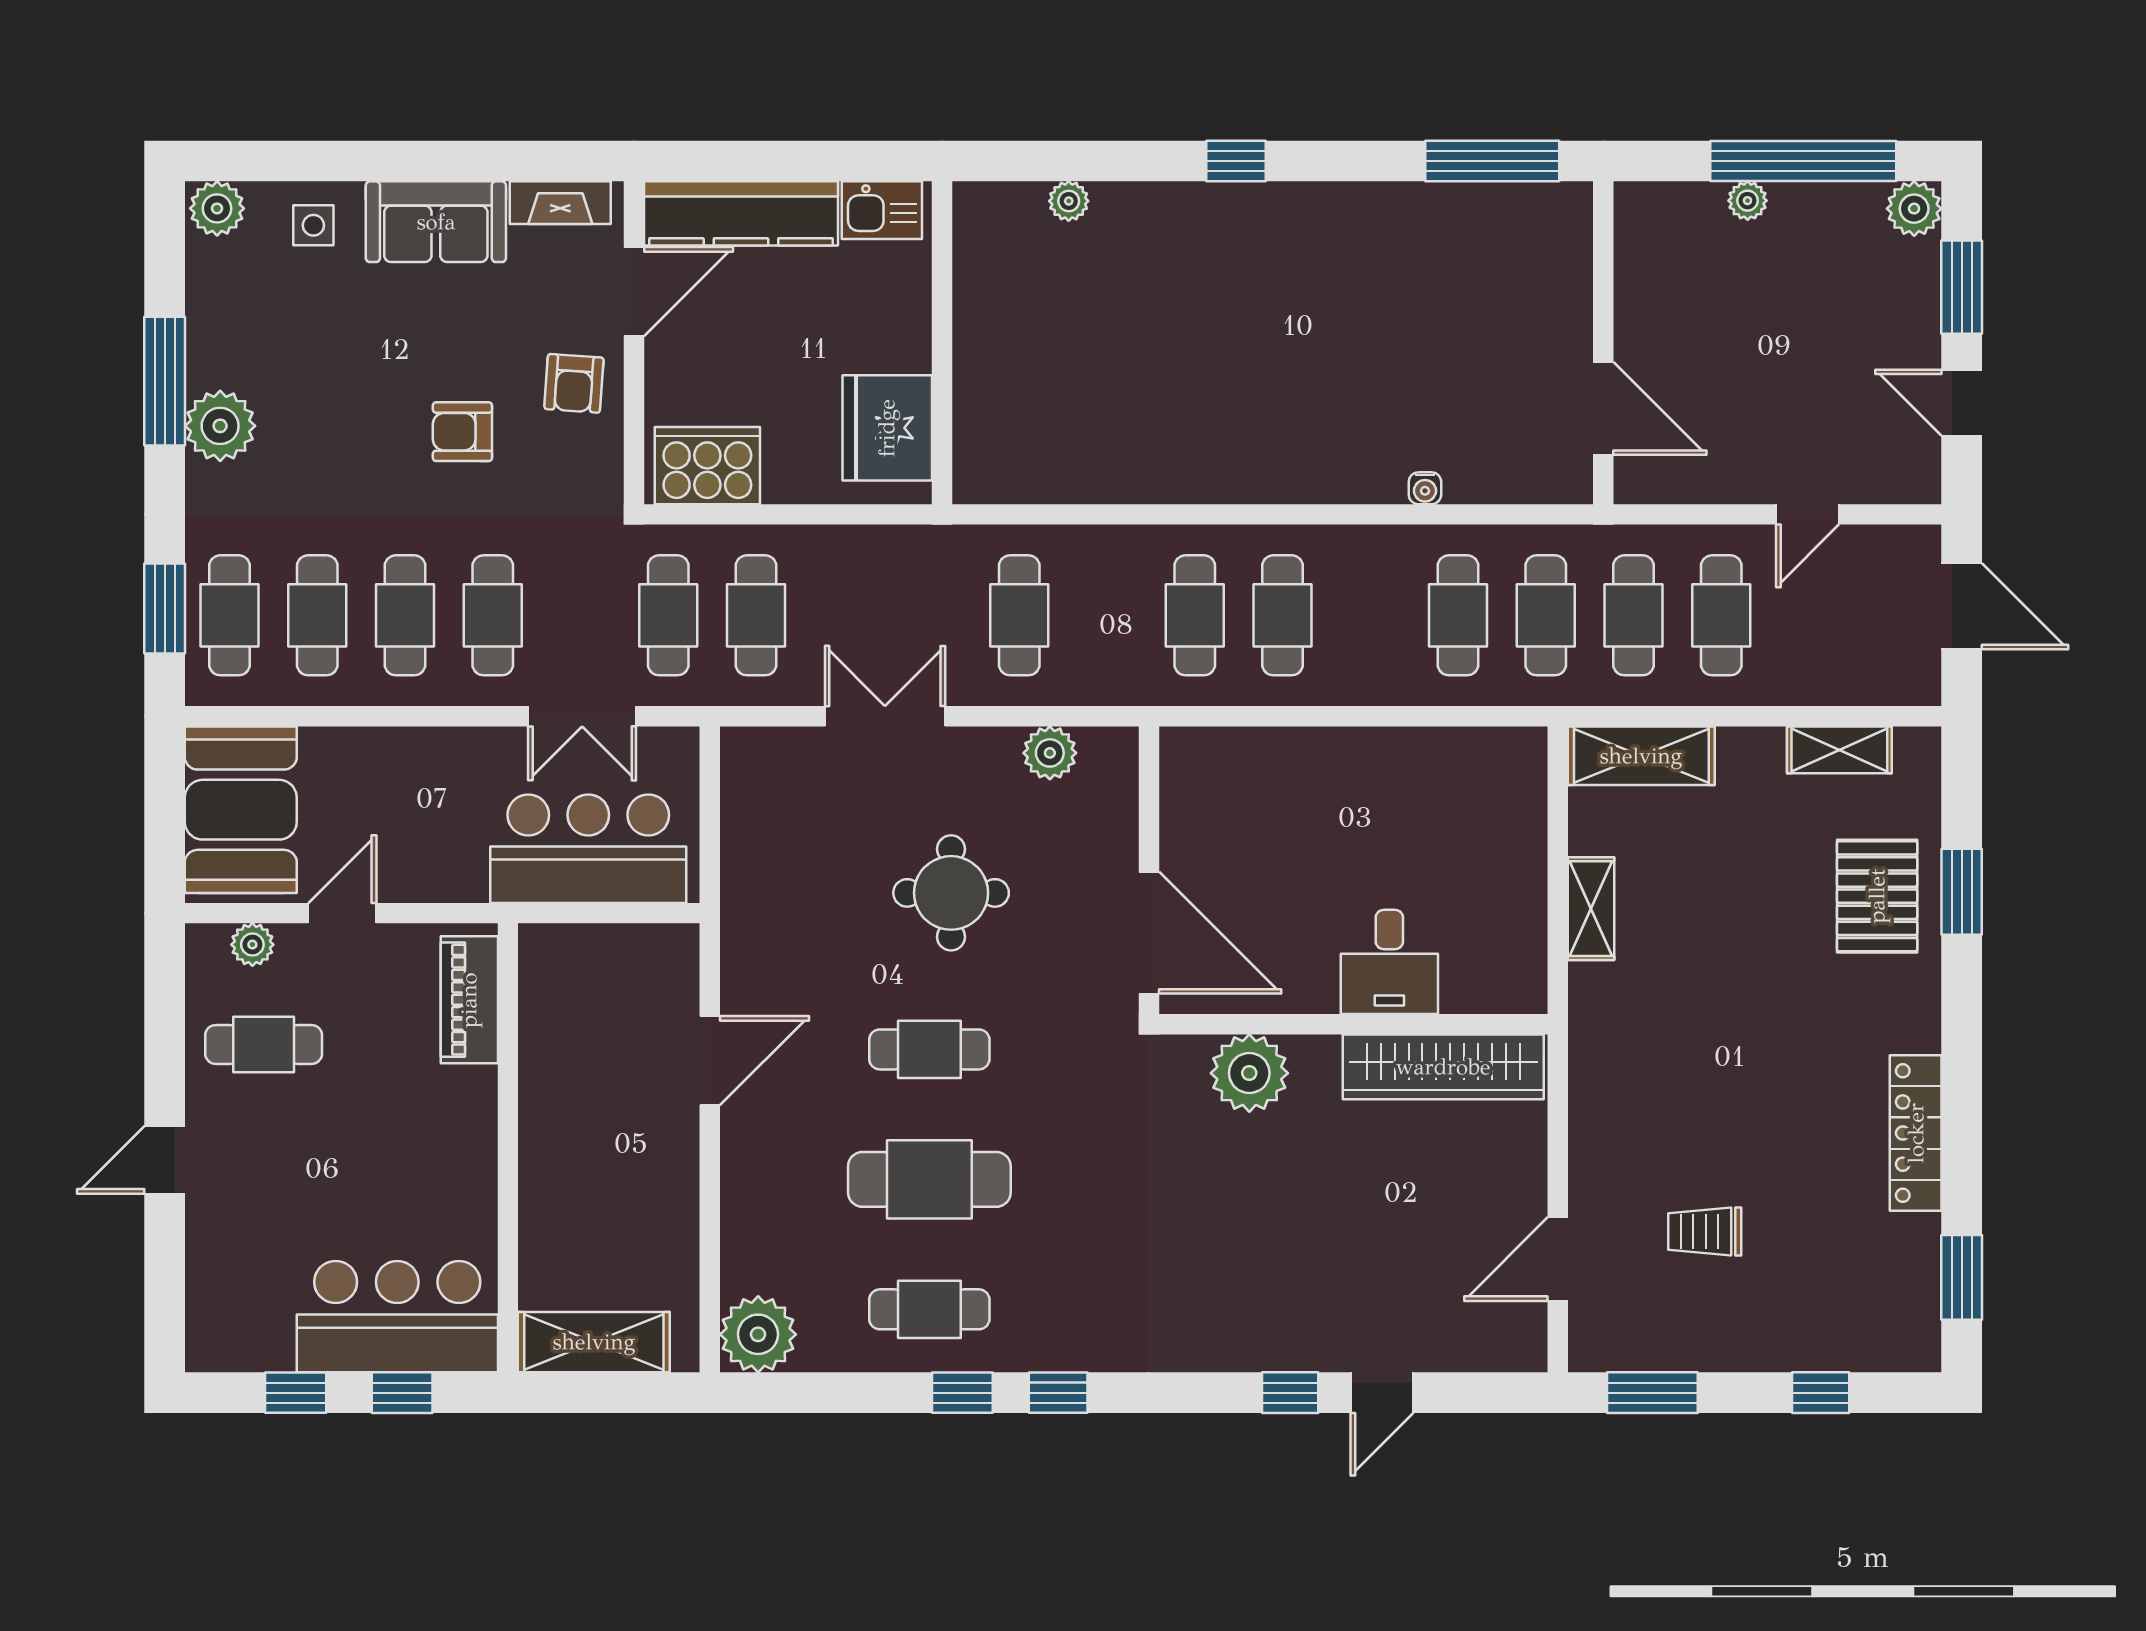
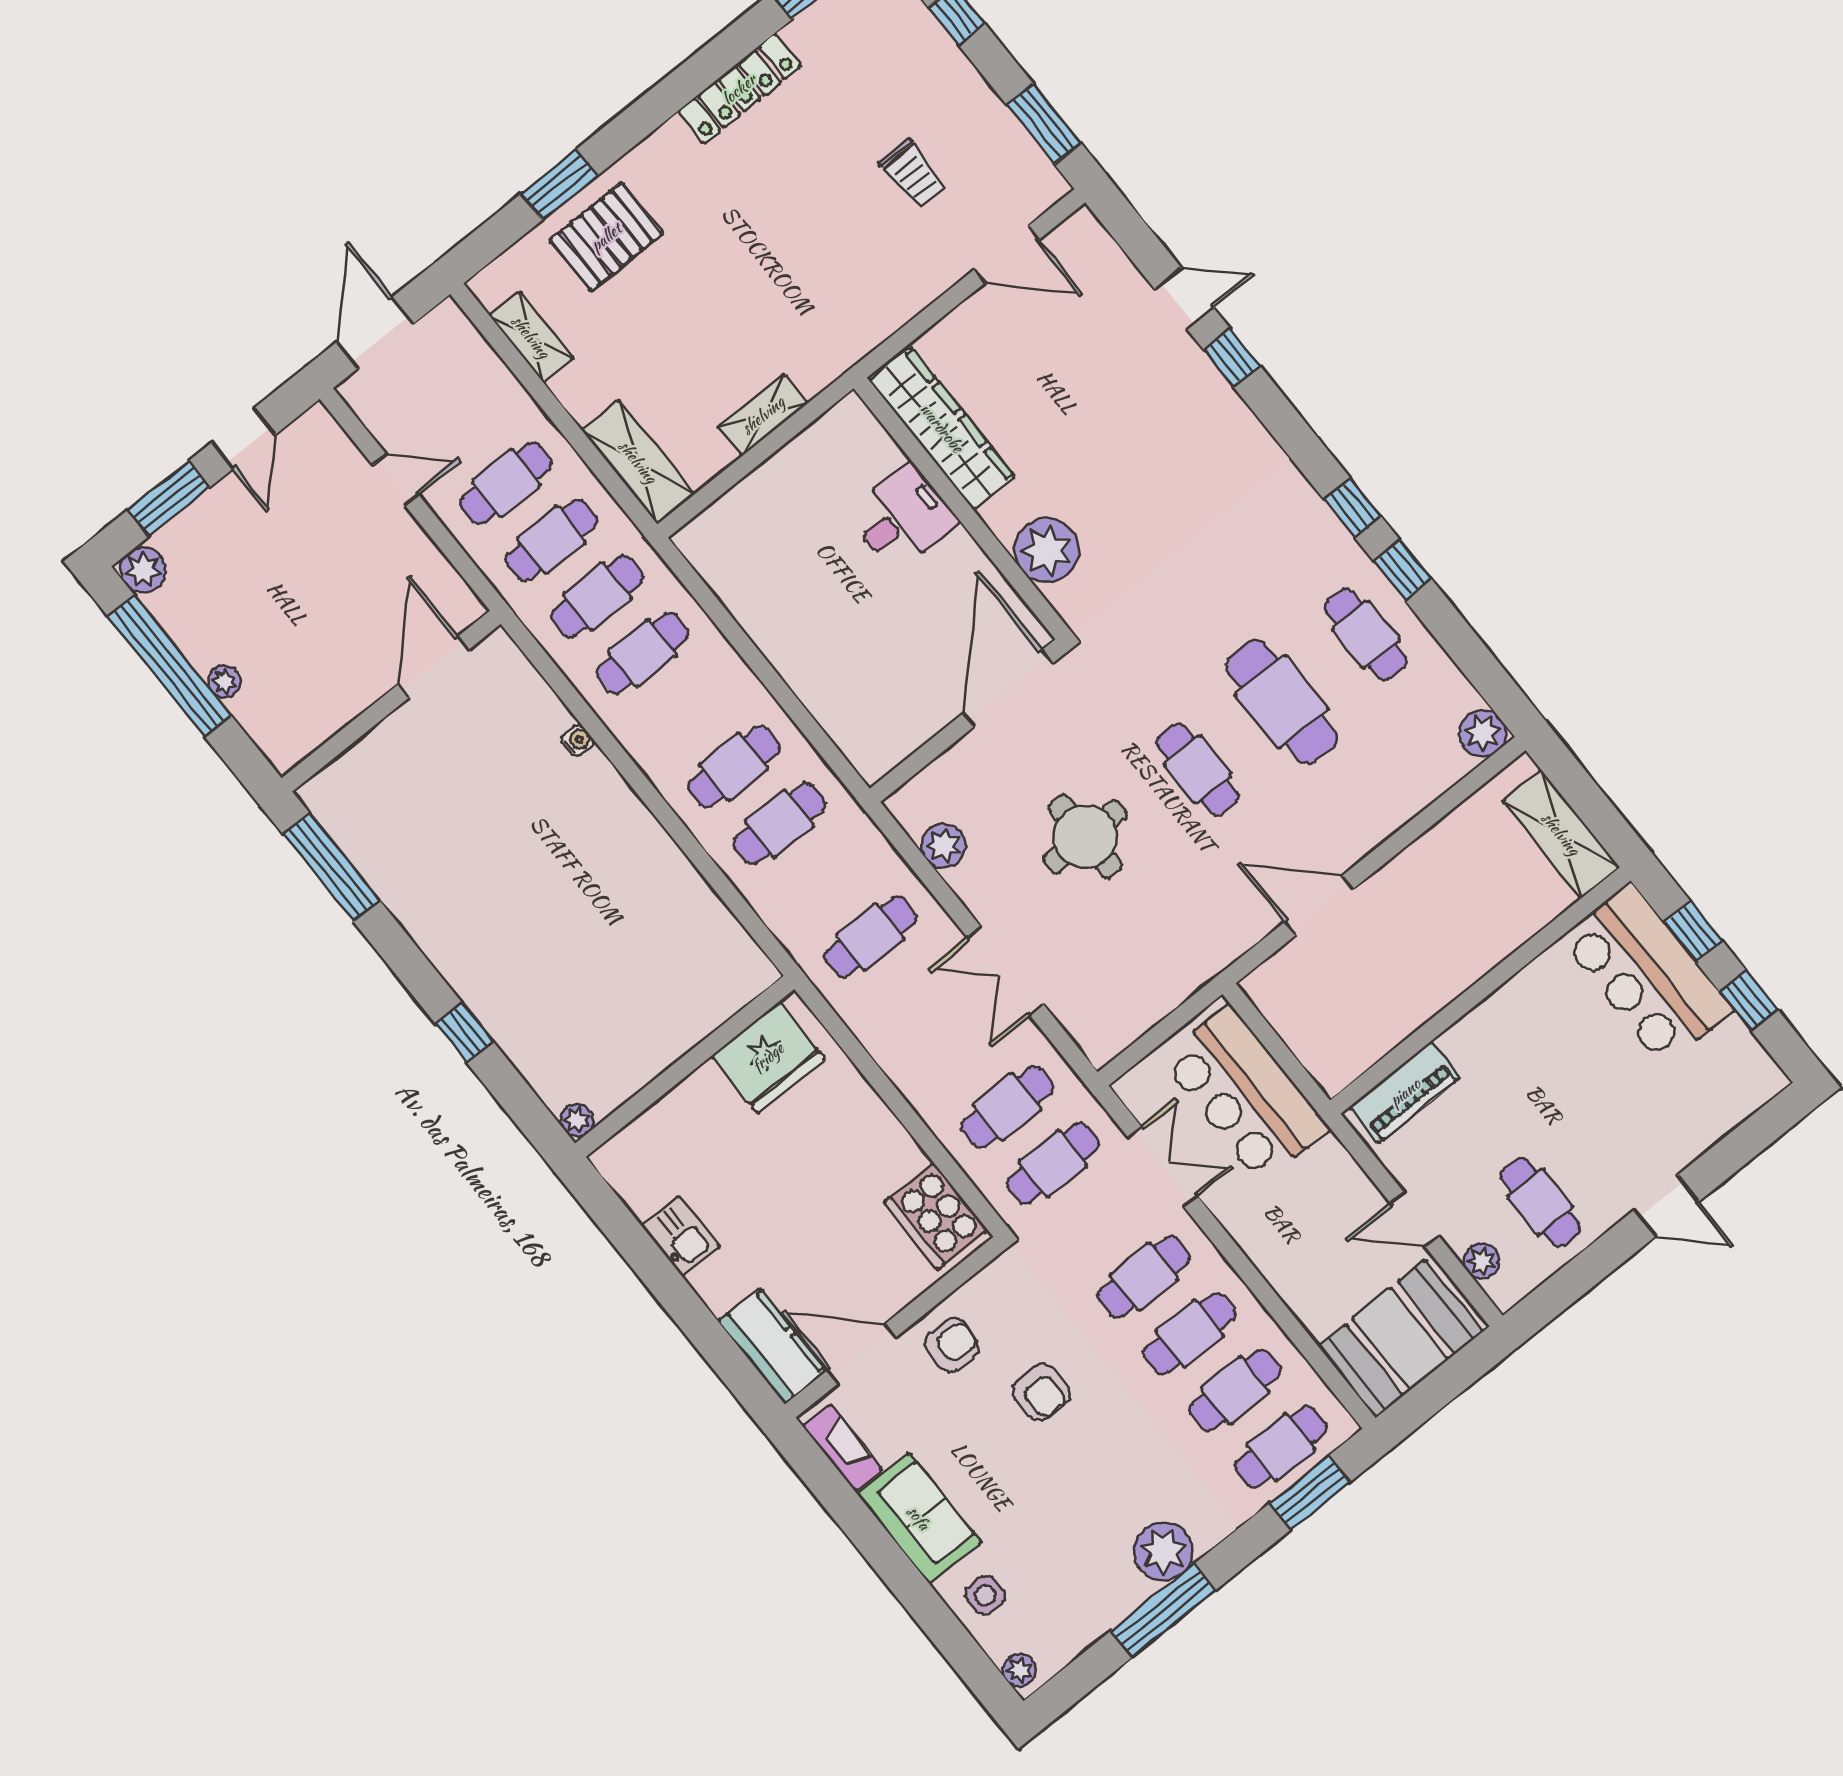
plant: (217, 208) -> (1020, 1670), width x0.73, depth x0.73
kitchen counter: (741, 213) -> (772, 1346), width x0.67
wall: (942, 343) -> (685, 1066), moved
fridge: (887, 428) -> (768, 1057), moved
plant: (758, 1334) -> (1483, 733), width x0.73, depth x0.73

